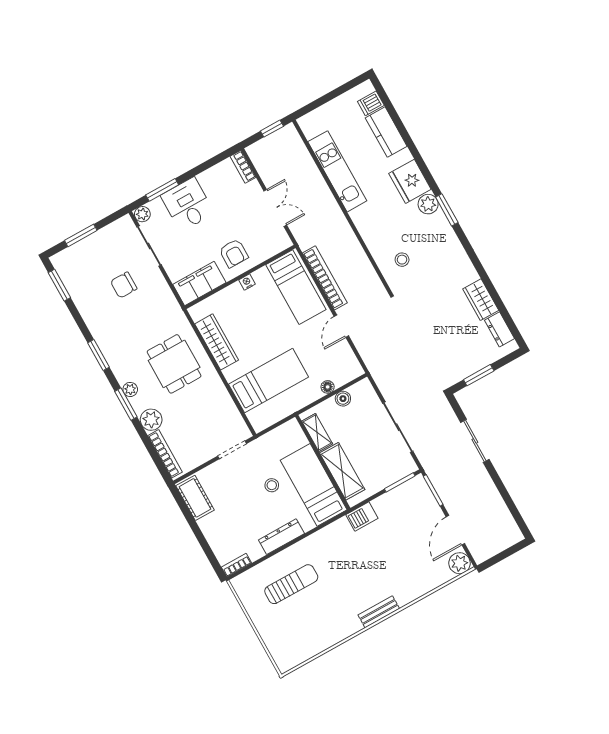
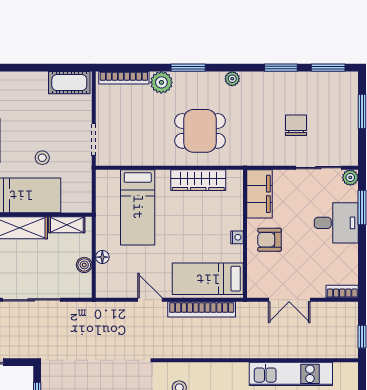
window: (98, 355) -> (281, 68), moved
plant: (130, 389) -> (232, 79), moved

